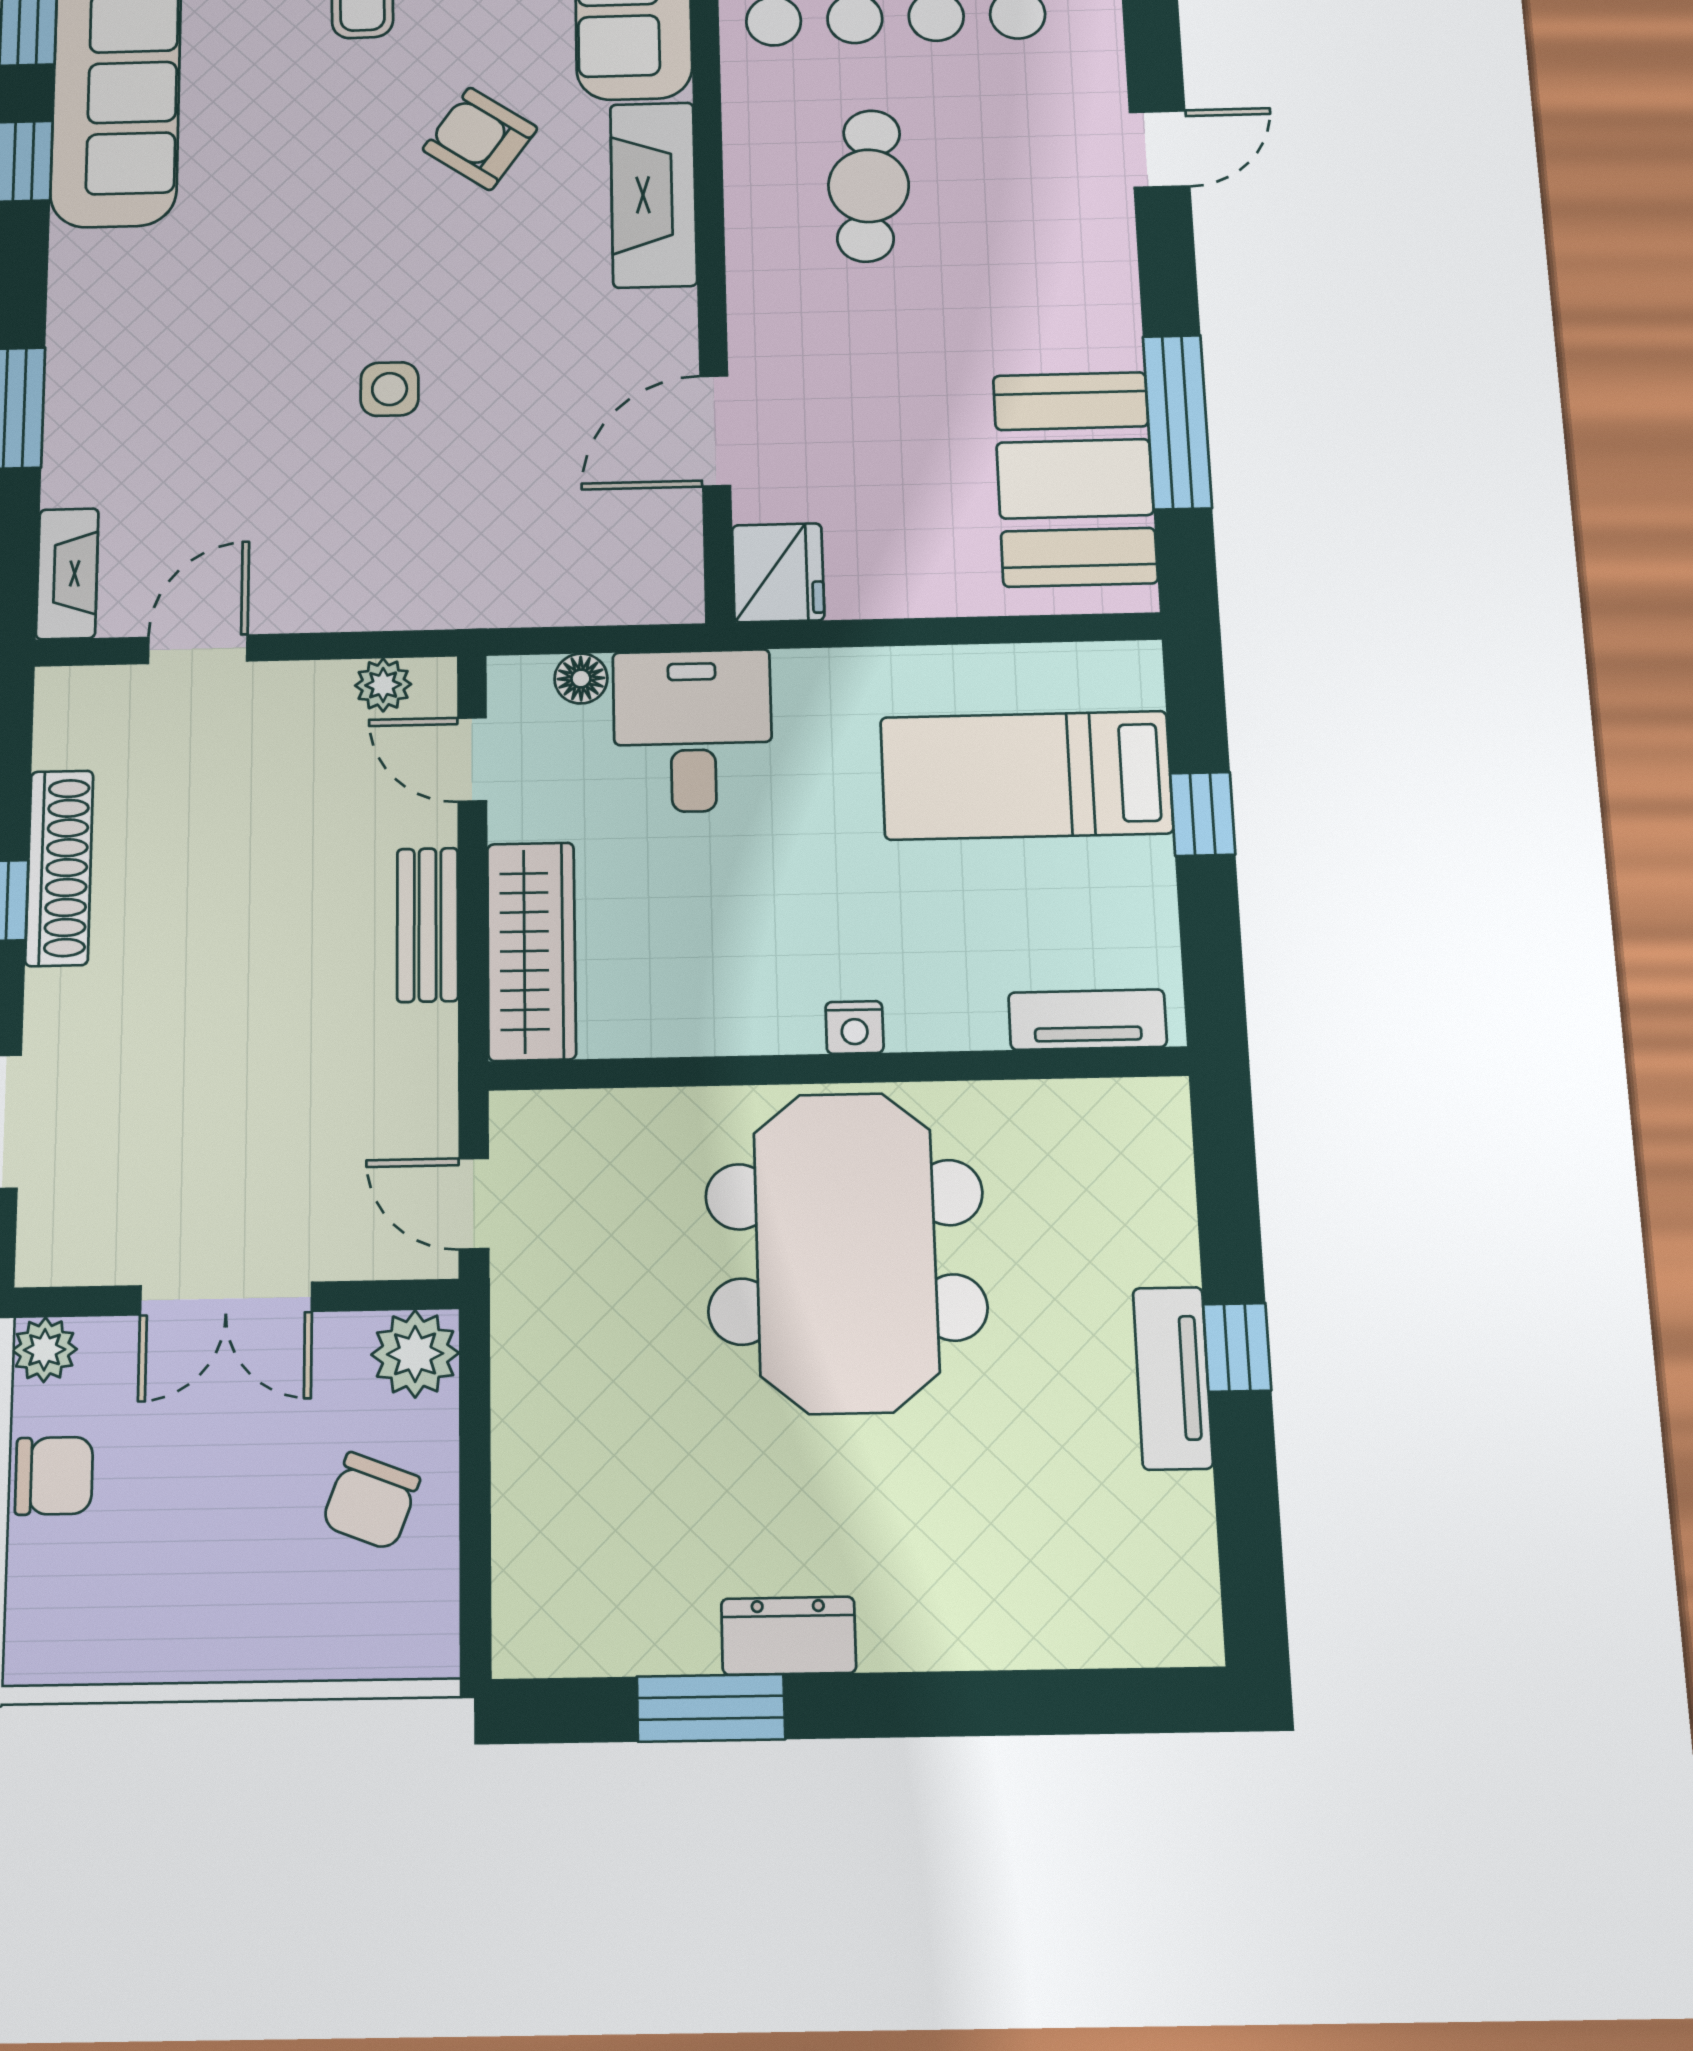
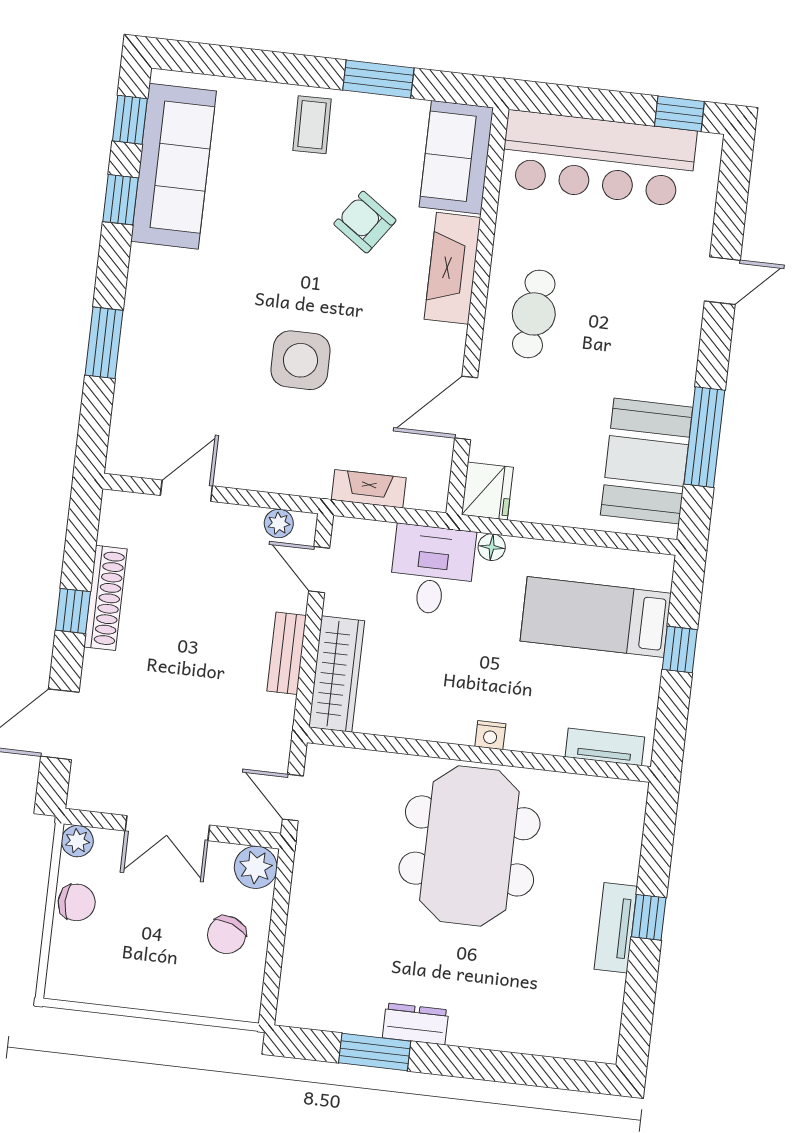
cafe table: (869, 186) -> (534, 314), moved
side table: (390, 389) -> (301, 360), width x1.87, depth x1.87
fireplace: (67, 574) -> (369, 489), moved, turned -90
floor lamp: (581, 679) -> (492, 547), moved

